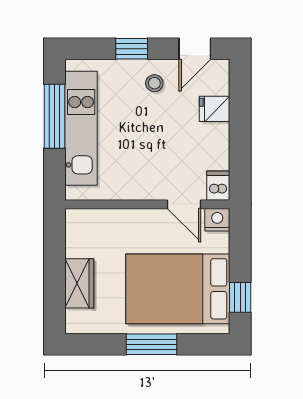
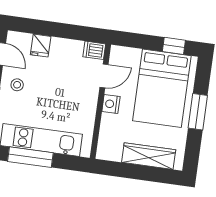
nightstand: (217, 220) -> (111, 104), moved
wardrobe: (79, 283) -> (149, 156), width x1.50

